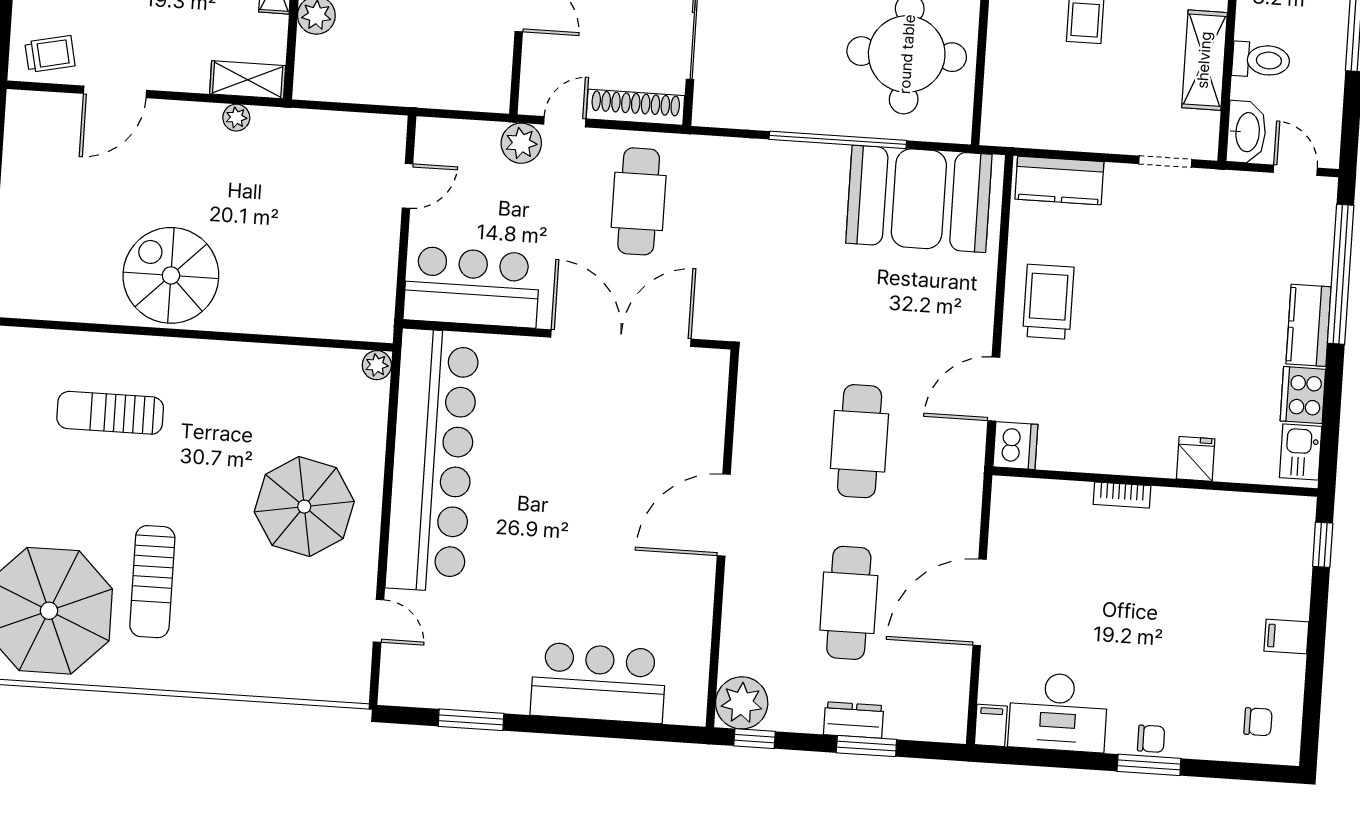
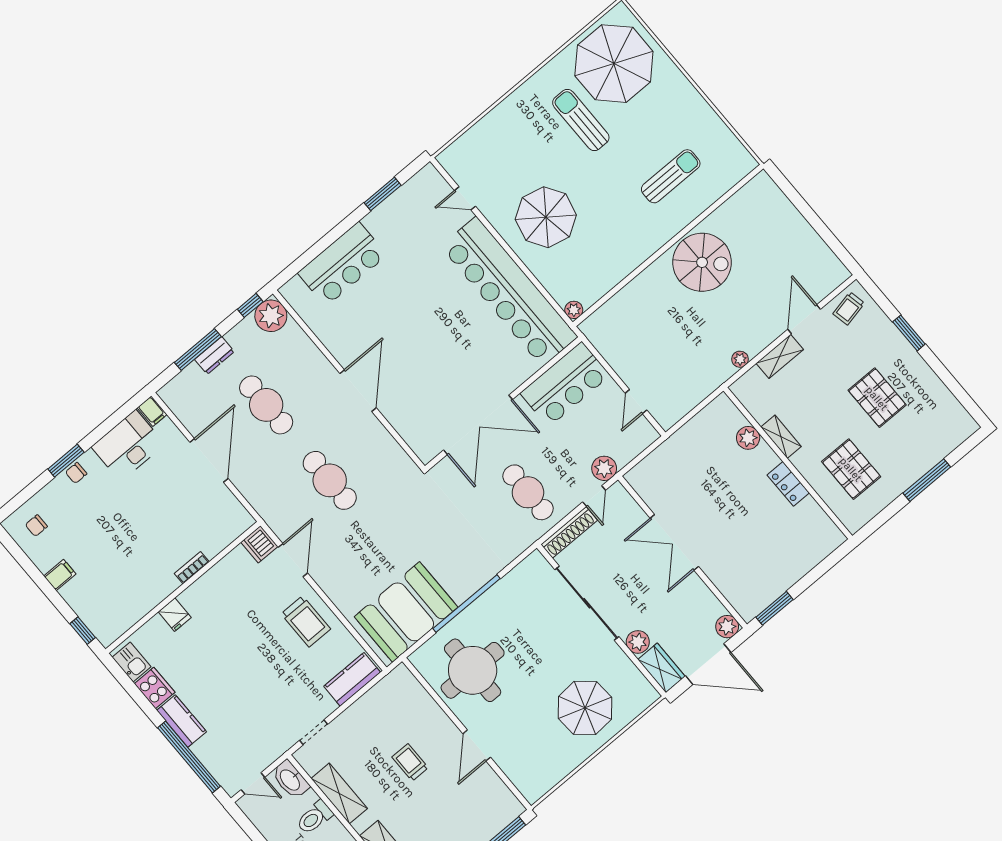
shelving: (248, 80) -> (780, 356), moved
window: (866, 746) -> (198, 349), width x1.44

